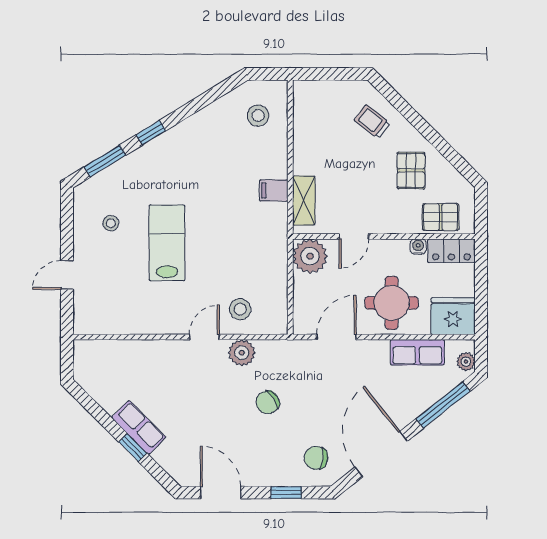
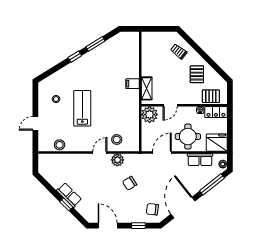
stool: (258, 116) -> (60, 145), moved
window: (105, 161) -> (96, 44), moved

